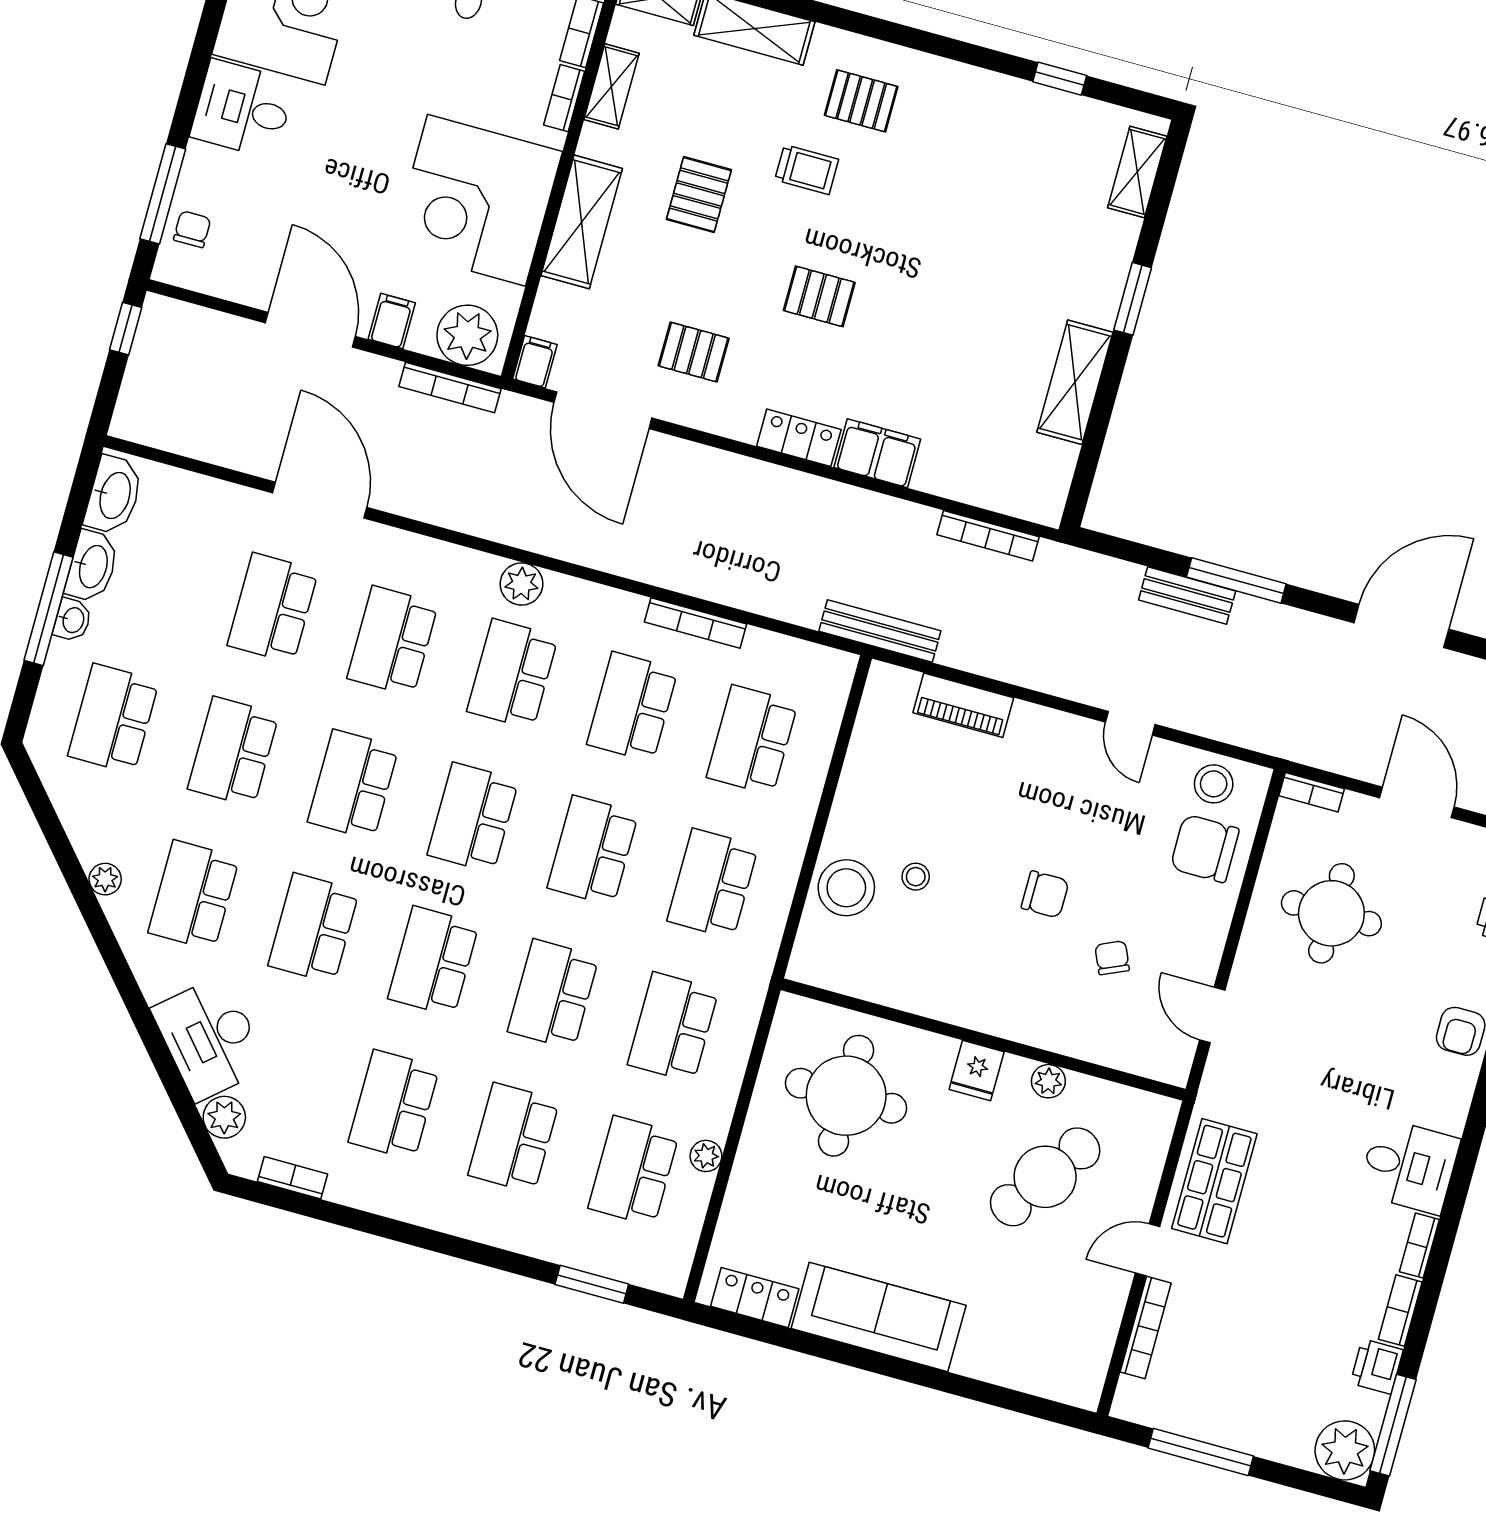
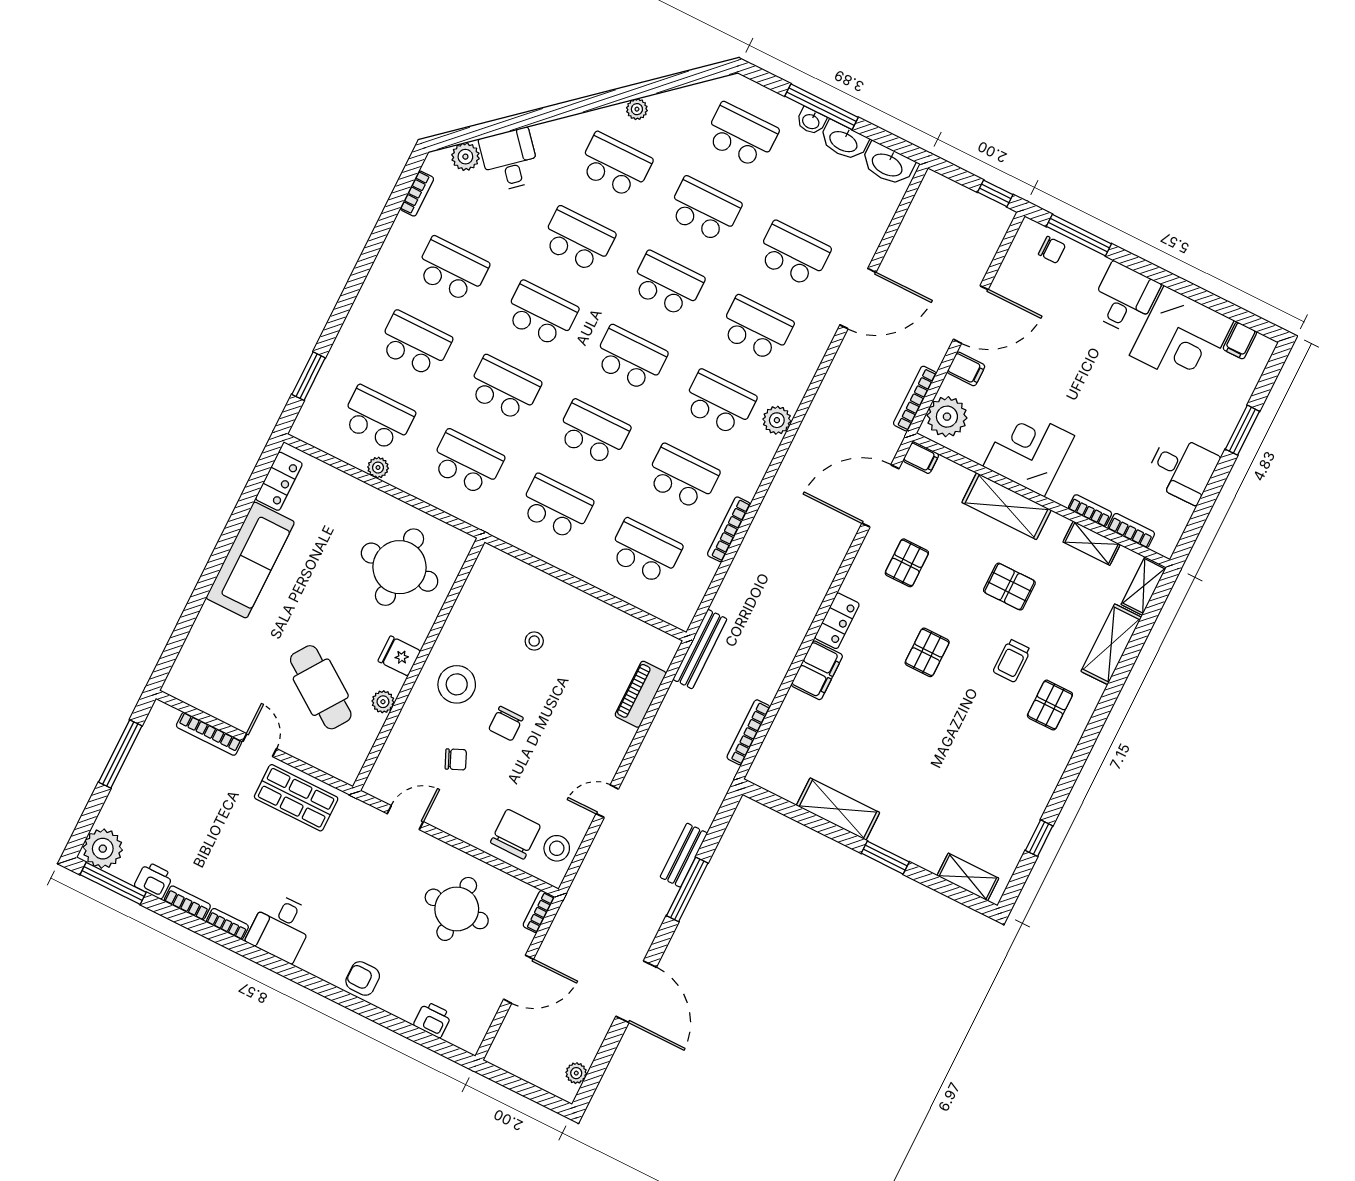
corner desk: (477, 200) -> (1029, 451), width x0.74, depth x0.74
stool: (846, 888) -> (457, 684), moved
desk: (210, 1038) -> (510, 160), width x0.73

